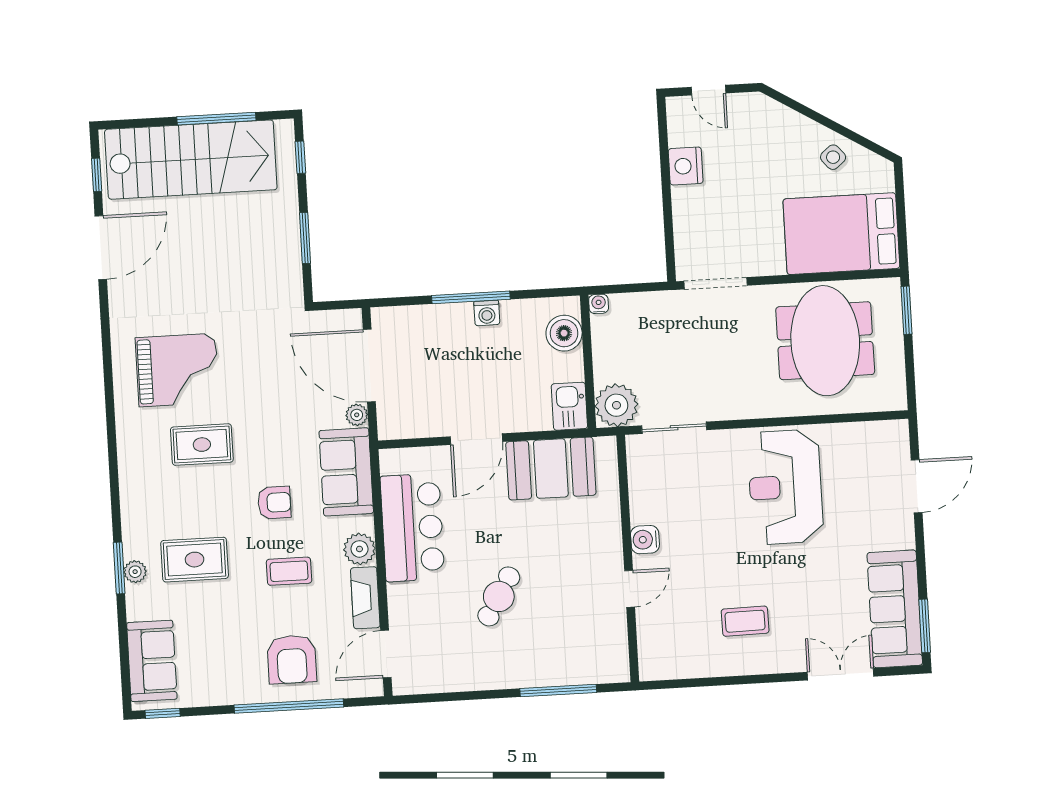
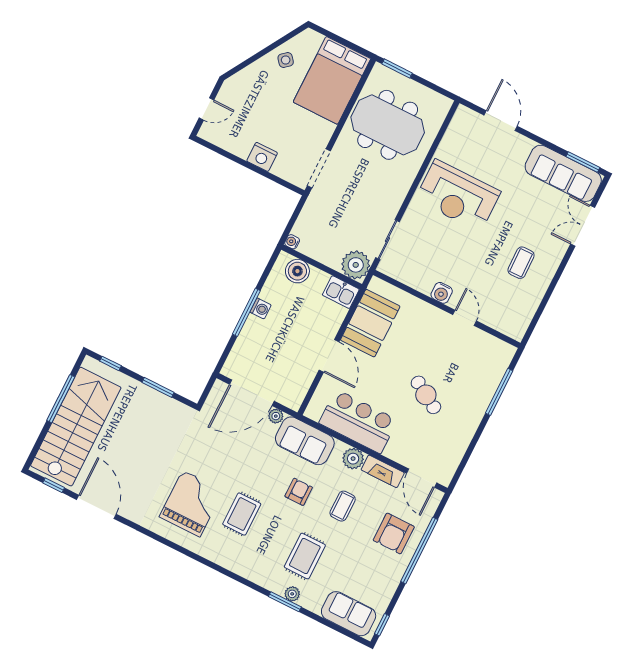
nightstand: (686, 166) -> (262, 157), moved
armchair: (292, 659) -> (394, 533), turned 90

